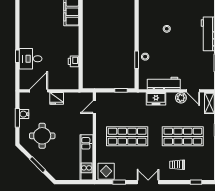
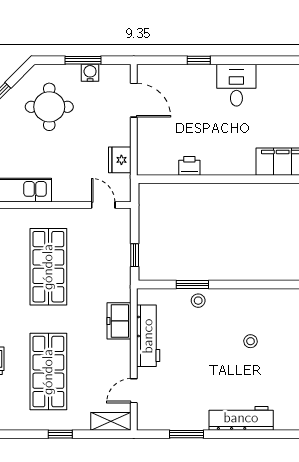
desk: (31, 59) -> (236, 85), moved
fridge: (57, 98) -> (120, 160), moved
plant: (181, 98) -> (121, 368), removed

